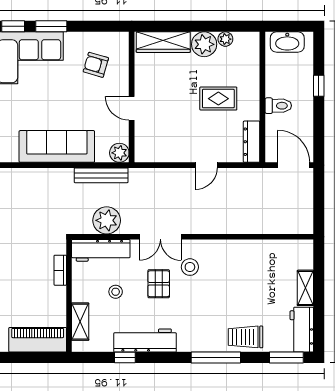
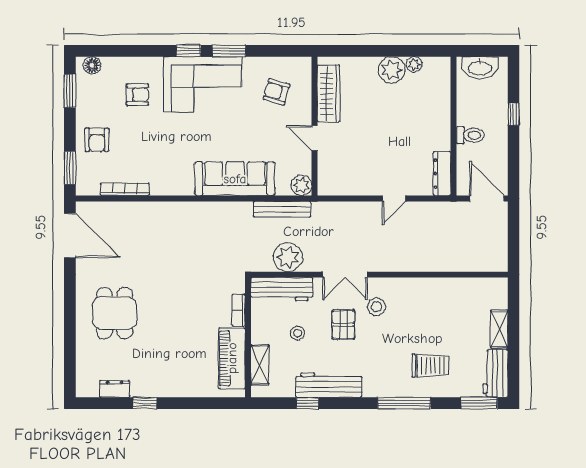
wardrobe: (163, 42) -> (328, 93), moved, turned -90
rug: (218, 99) -> (407, 128), removed
trolley: (246, 337) -> (430, 366), moved, turned 180
piano: (38, 340) -> (232, 358), moved, turned -90

